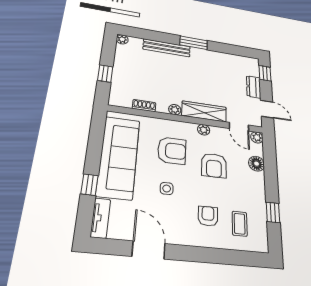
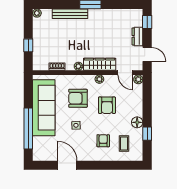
armchair: (172, 151) -> (78, 98), turned 180
floor lamp: (257, 164) -> (137, 122), moved
window: (89, 185) -> (28, 128), width x3.17
tv unit: (100, 218) -> (37, 149), removed

